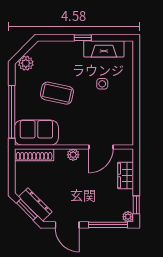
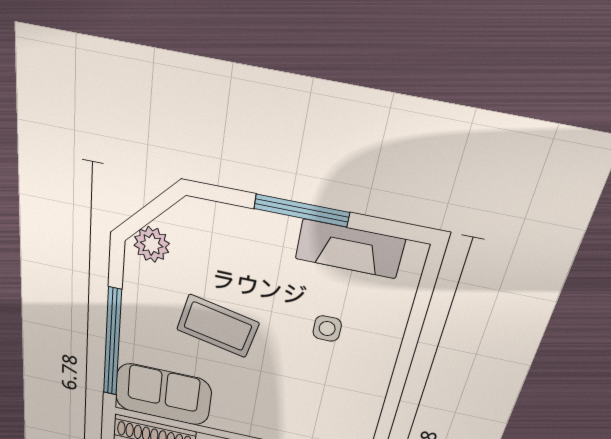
window: (83, 38) -> (302, 210), width x2.17

